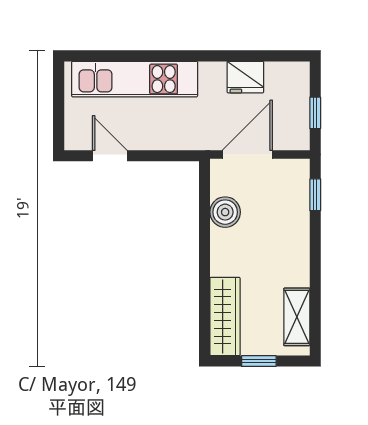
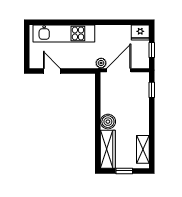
fridge: (245, 77) -> (140, 33), moved
plant: (211, 140) -> (101, 63), added
boiler: (225, 212) -> (108, 122), moved

